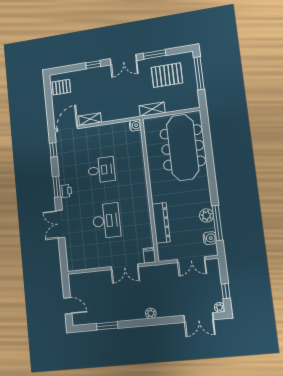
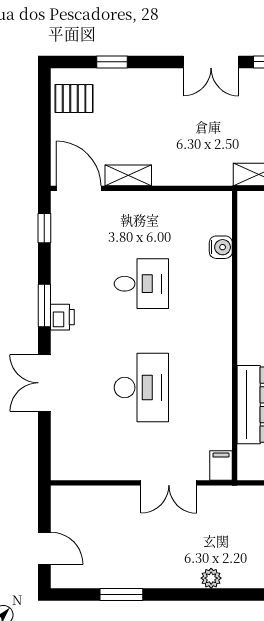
window: (93, 65) -> (112, 62), moved
water cooler: (135, 125) -> (221, 247), moved
door: (67, 129) -> (79, 188), hinge flipped

